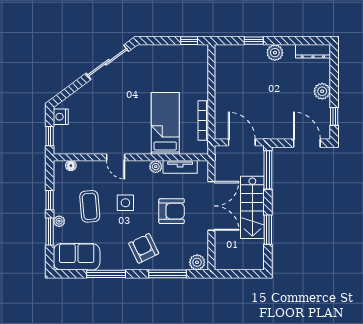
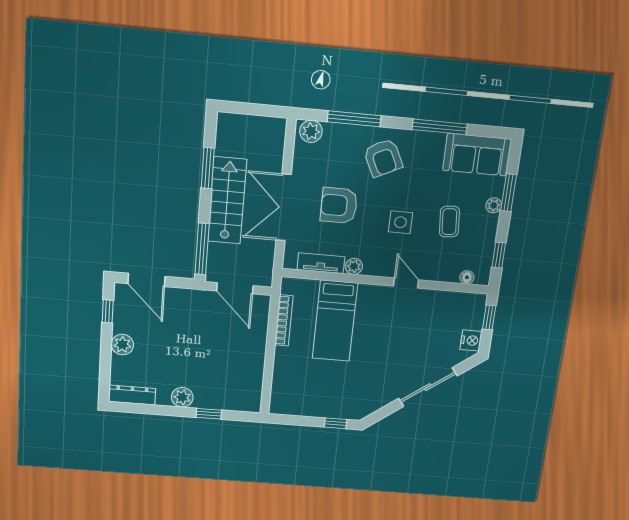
window: (189, 41) -> (336, 423), moved
sliding door: (107, 62) -> (428, 387), moved
window: (50, 200) -> (499, 255), moved
coffee table: (90, 206) -> (449, 222), width x0.73, depth x0.77

